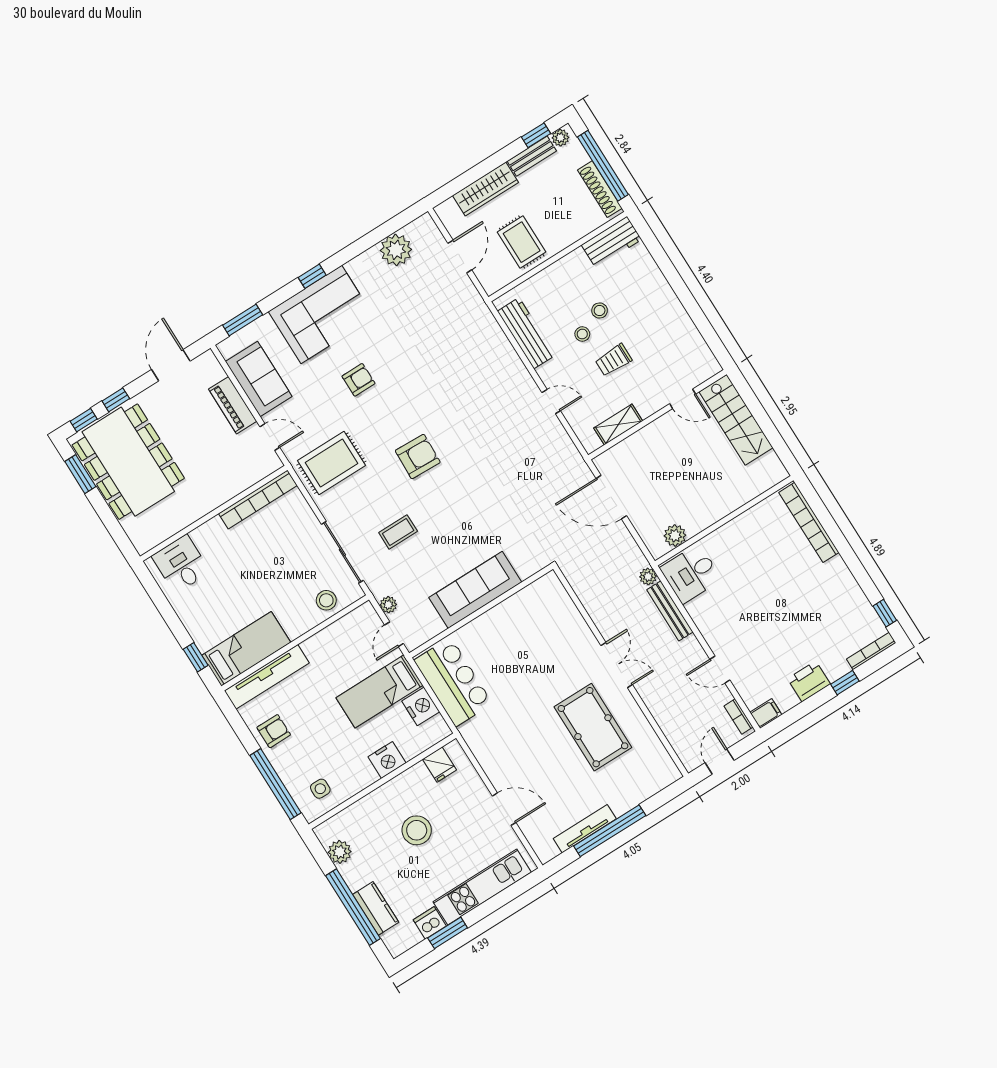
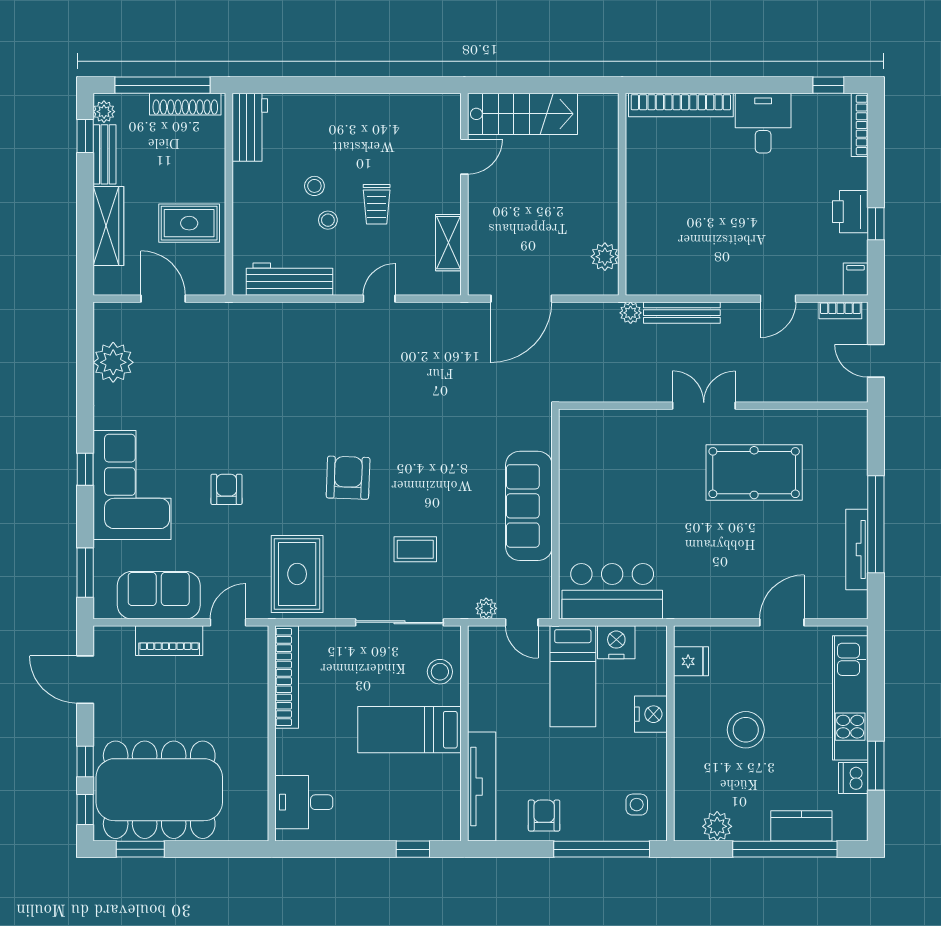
coffee table: (398, 532) -> (415, 549), turned 90
desk: (691, 574) -> (763, 123), moved, turned 180
bed: (246, 649) -> (409, 730), moved, turned -90
window: (845, 683) -> (876, 224), moved

